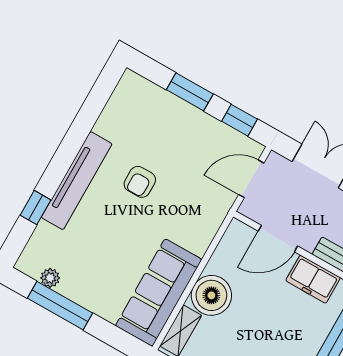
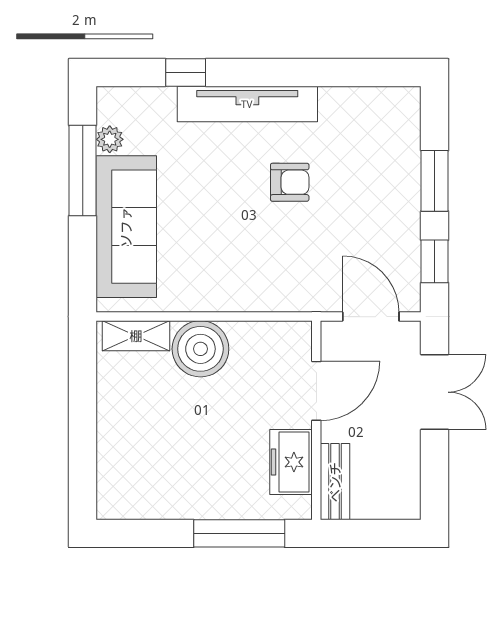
armchair: (140, 182) -> (290, 182), turned 180
door: (278, 239) -> (316, 391), swing flipped
sofa: (159, 293) -> (126, 227), moved, turned 90

